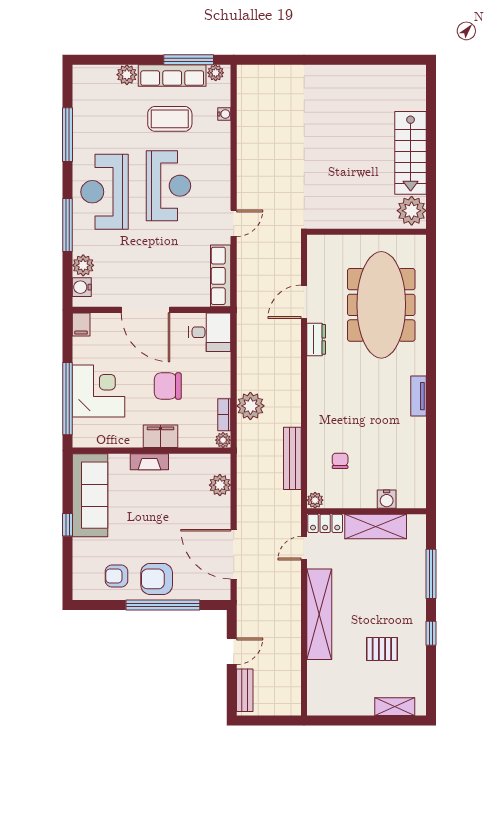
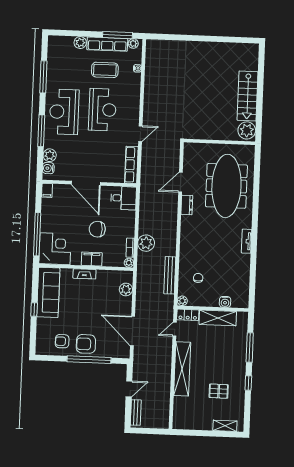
corner desk: (98, 391) -> (55, 249), moved

